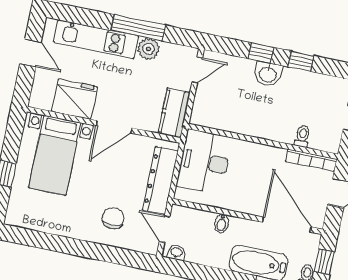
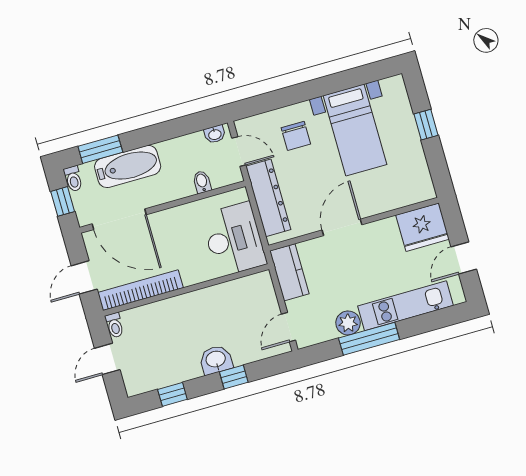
door: (30, 53) -> (464, 258), hinge flipped
window: (301, 61) -> (172, 394), moved
fridge: (74, 99) -> (422, 227), moved
toilet: (302, 136) -> (115, 325), moved
bed with nightstands: (55, 155) -> (355, 130), moved, turned 180
bookcase: (311, 160) -> (140, 290), width x1.48, depth x1.31
bidet: (222, 223) -> (202, 182), moved

